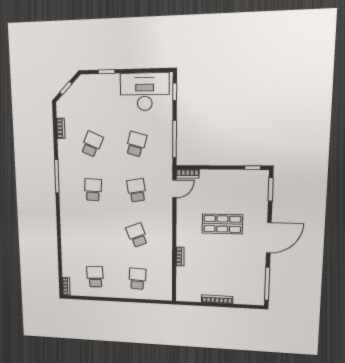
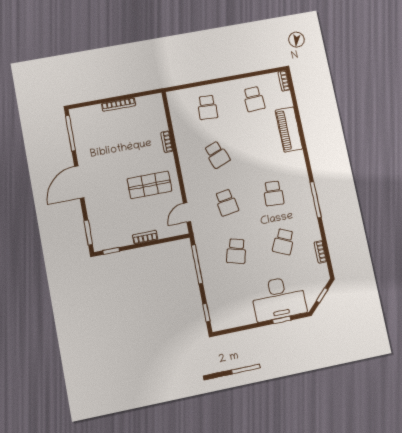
desk: (145, 92) -> (279, 298), moved
bookcase: (188, 174) -> (145, 237), moved
shop shelf: (222, 224) -> (150, 185), moved
piano: (69, 243) -> (289, 129), added

